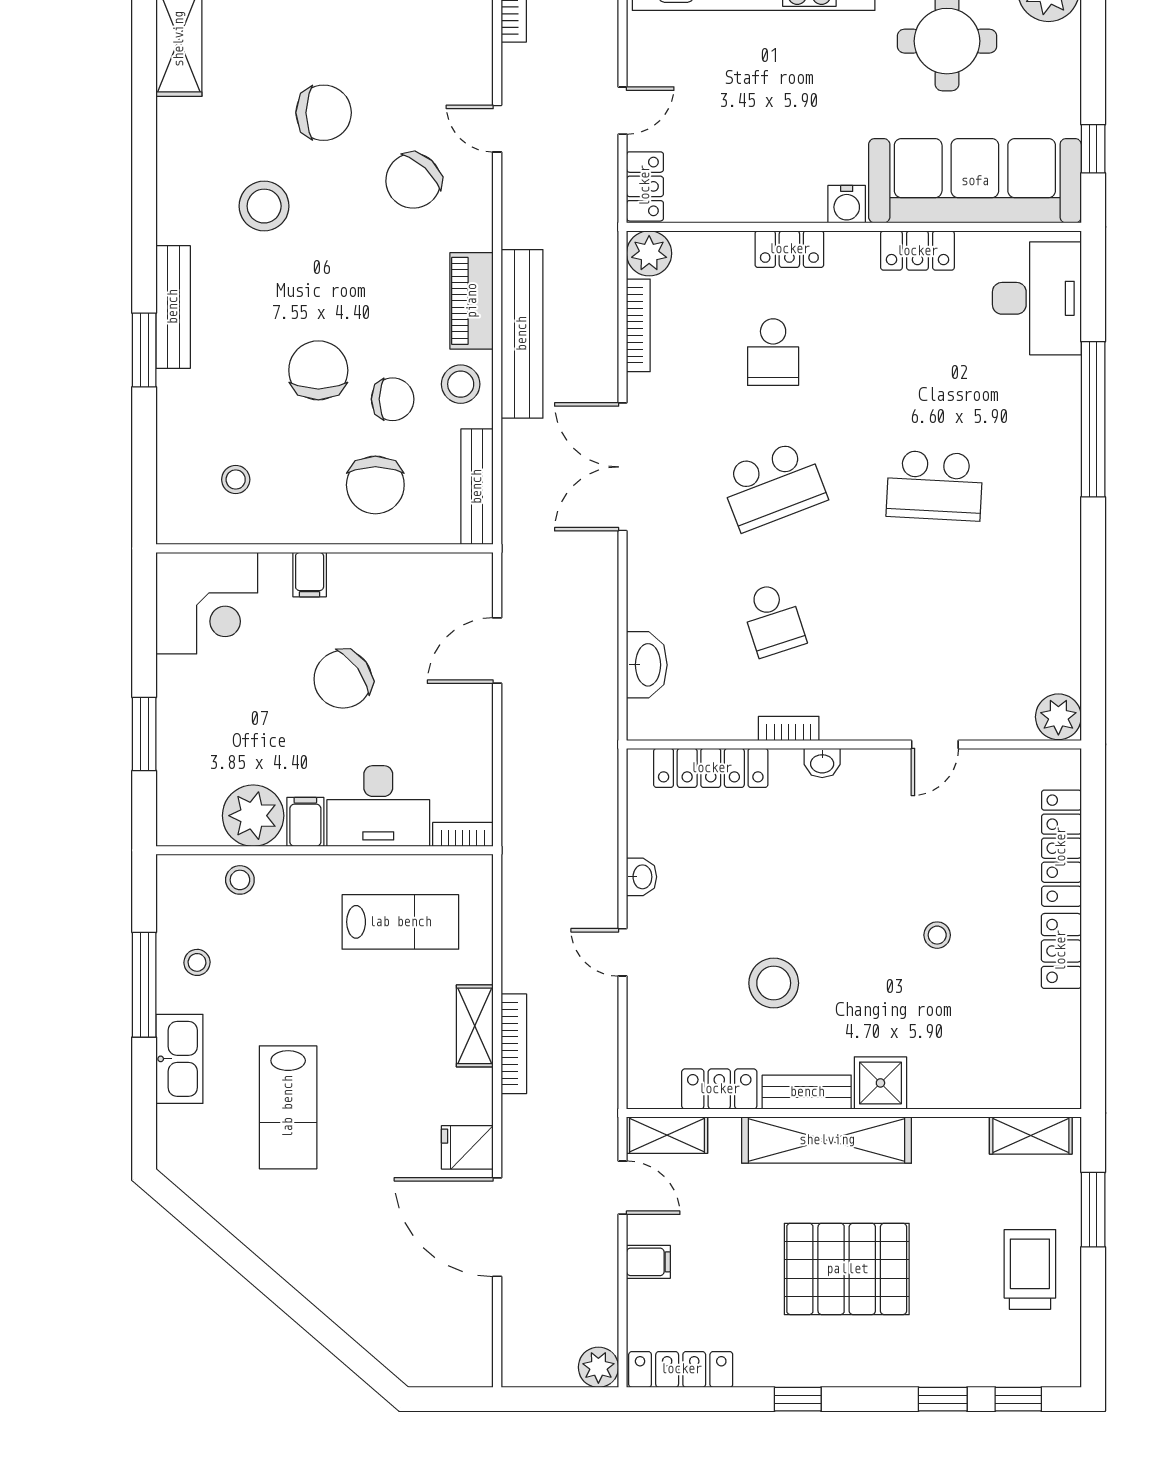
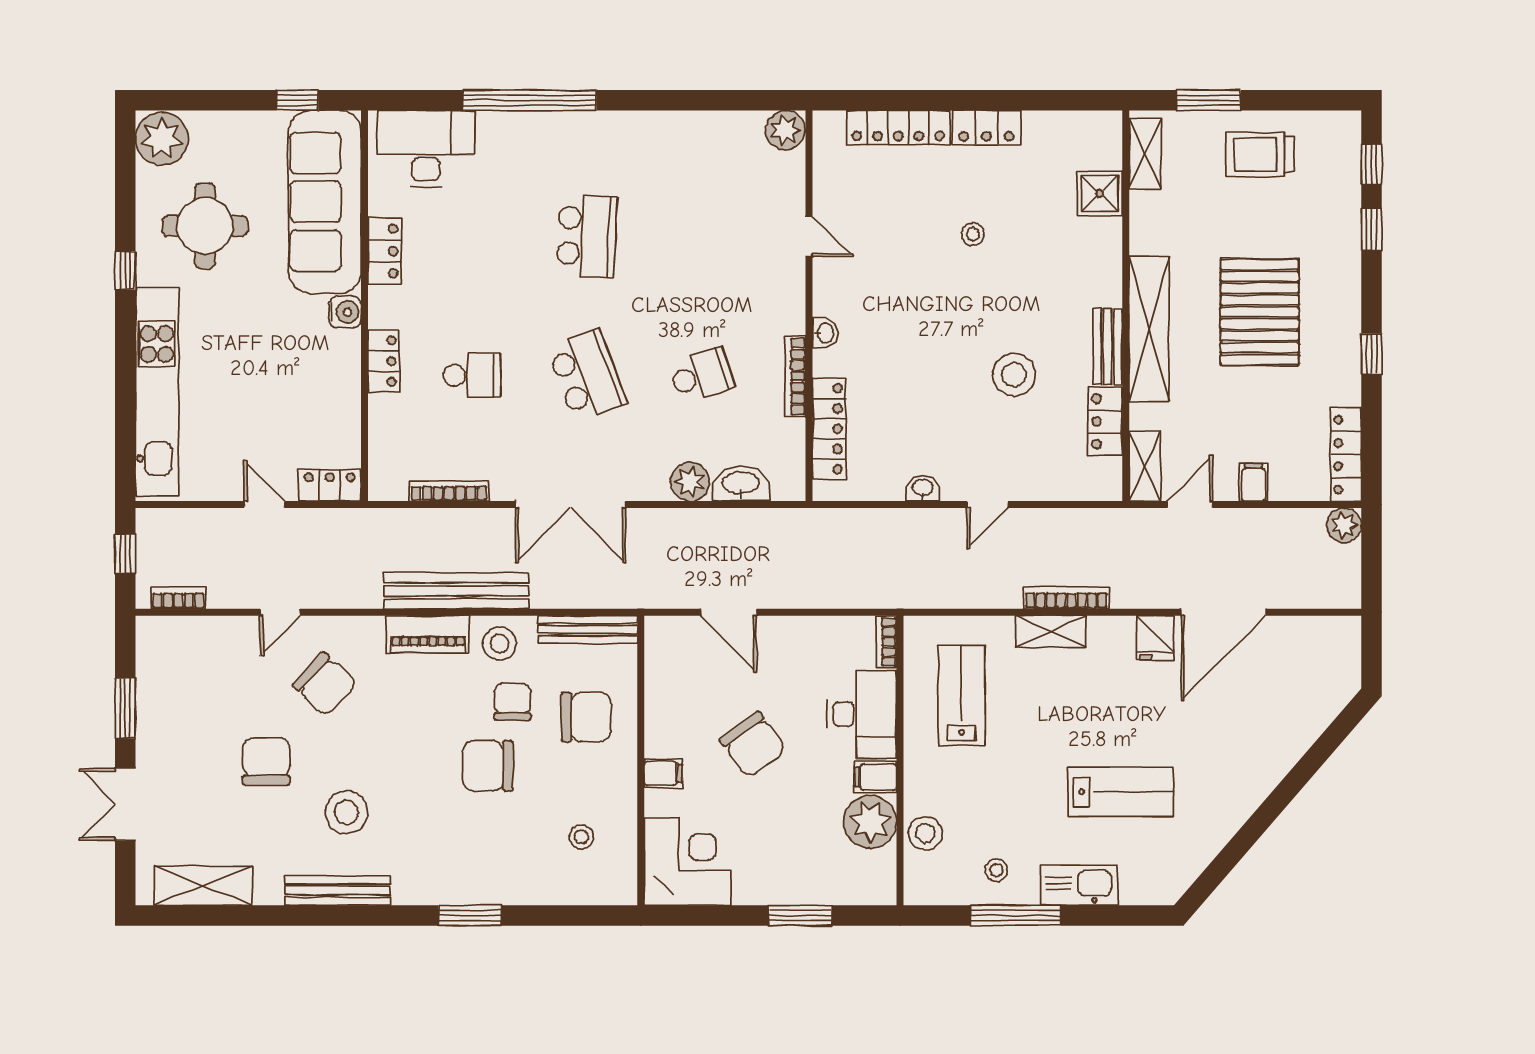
plant: (649, 253) -> (690, 482), moved
bench: (173, 307) -> (338, 891), moved
bookcase: (789, 728) -> (795, 376), width x1.56
stool: (240, 880) -> (925, 833), width x1.37, depth x1.37
shower: (880, 1083) -> (1100, 194), moved

